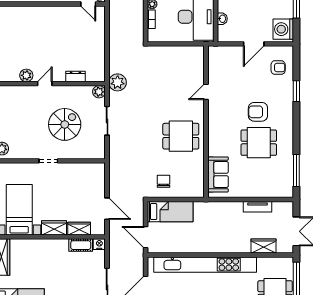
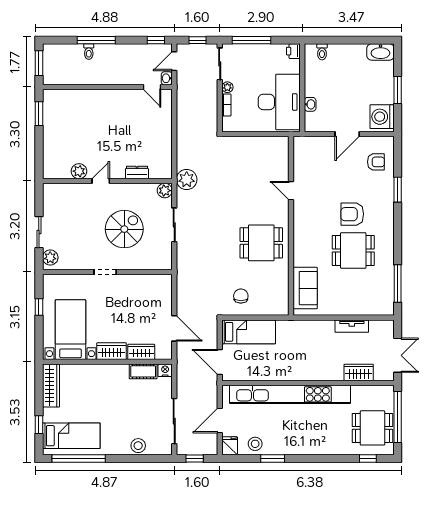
door: (206, 92) -> (291, 191), hinge flipped

